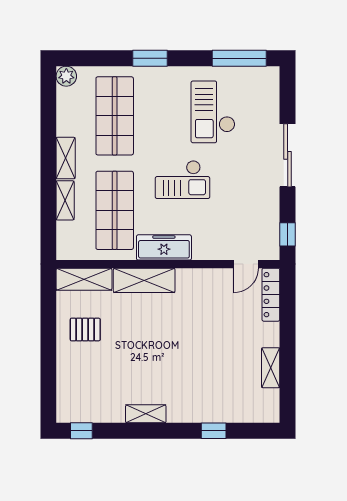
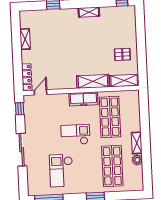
plant: (66, 76) -> (137, 160), moved
checkout: (213, 112) -> (61, 171), turned 180
shelving: (65, 200) -> (136, 121), removed

